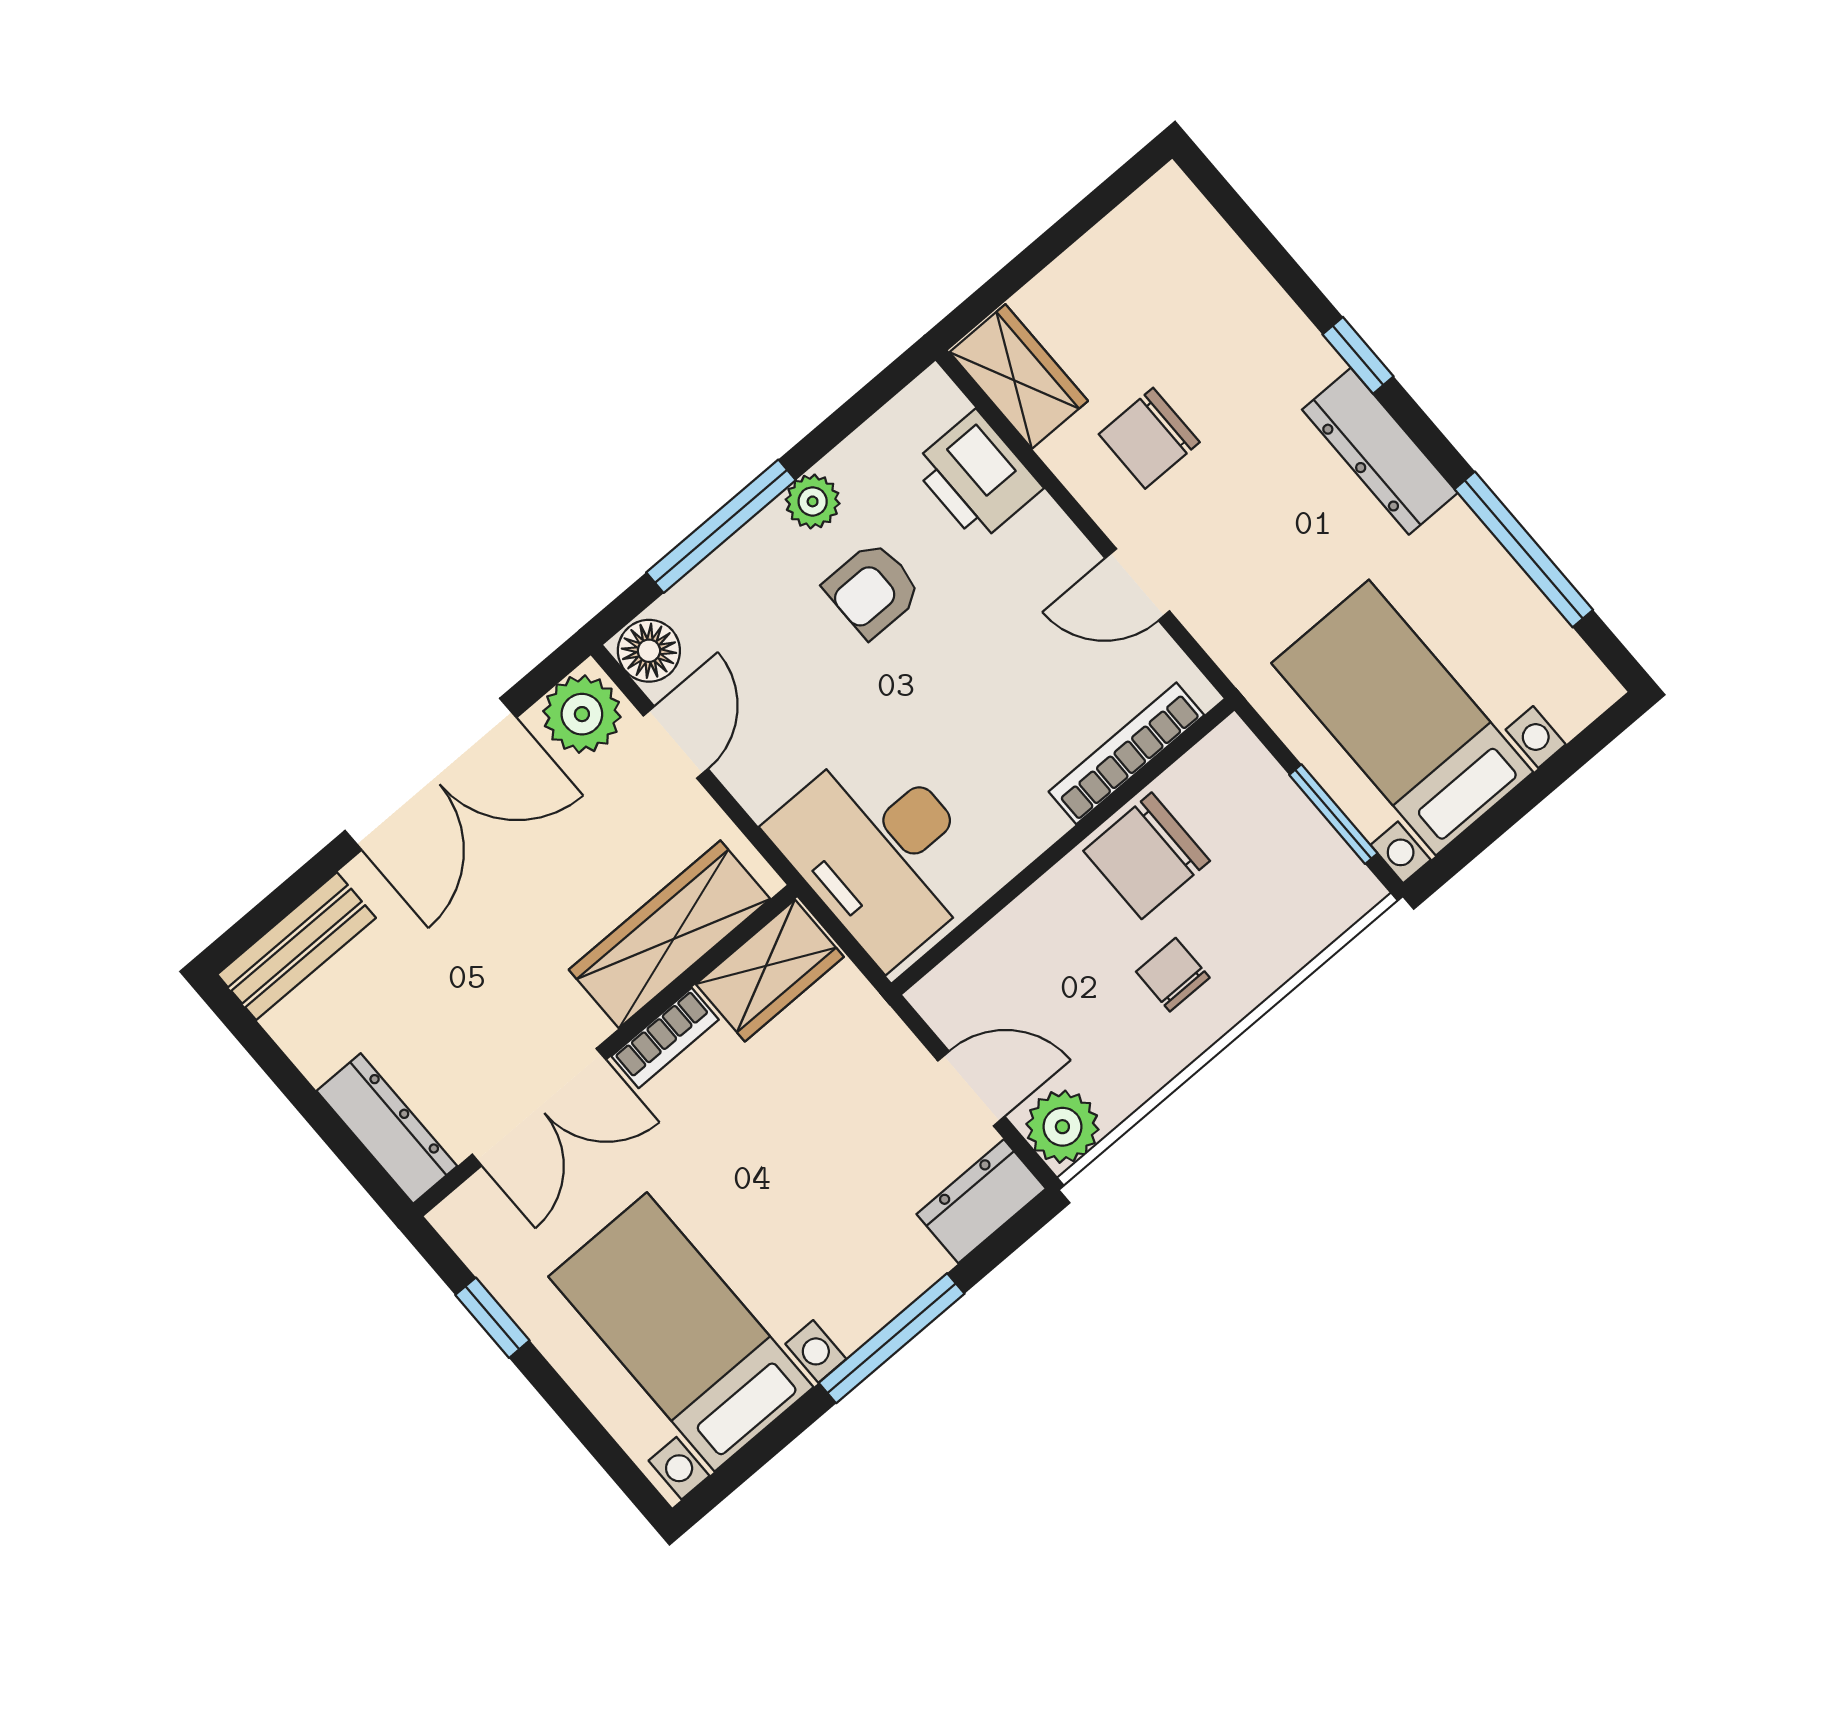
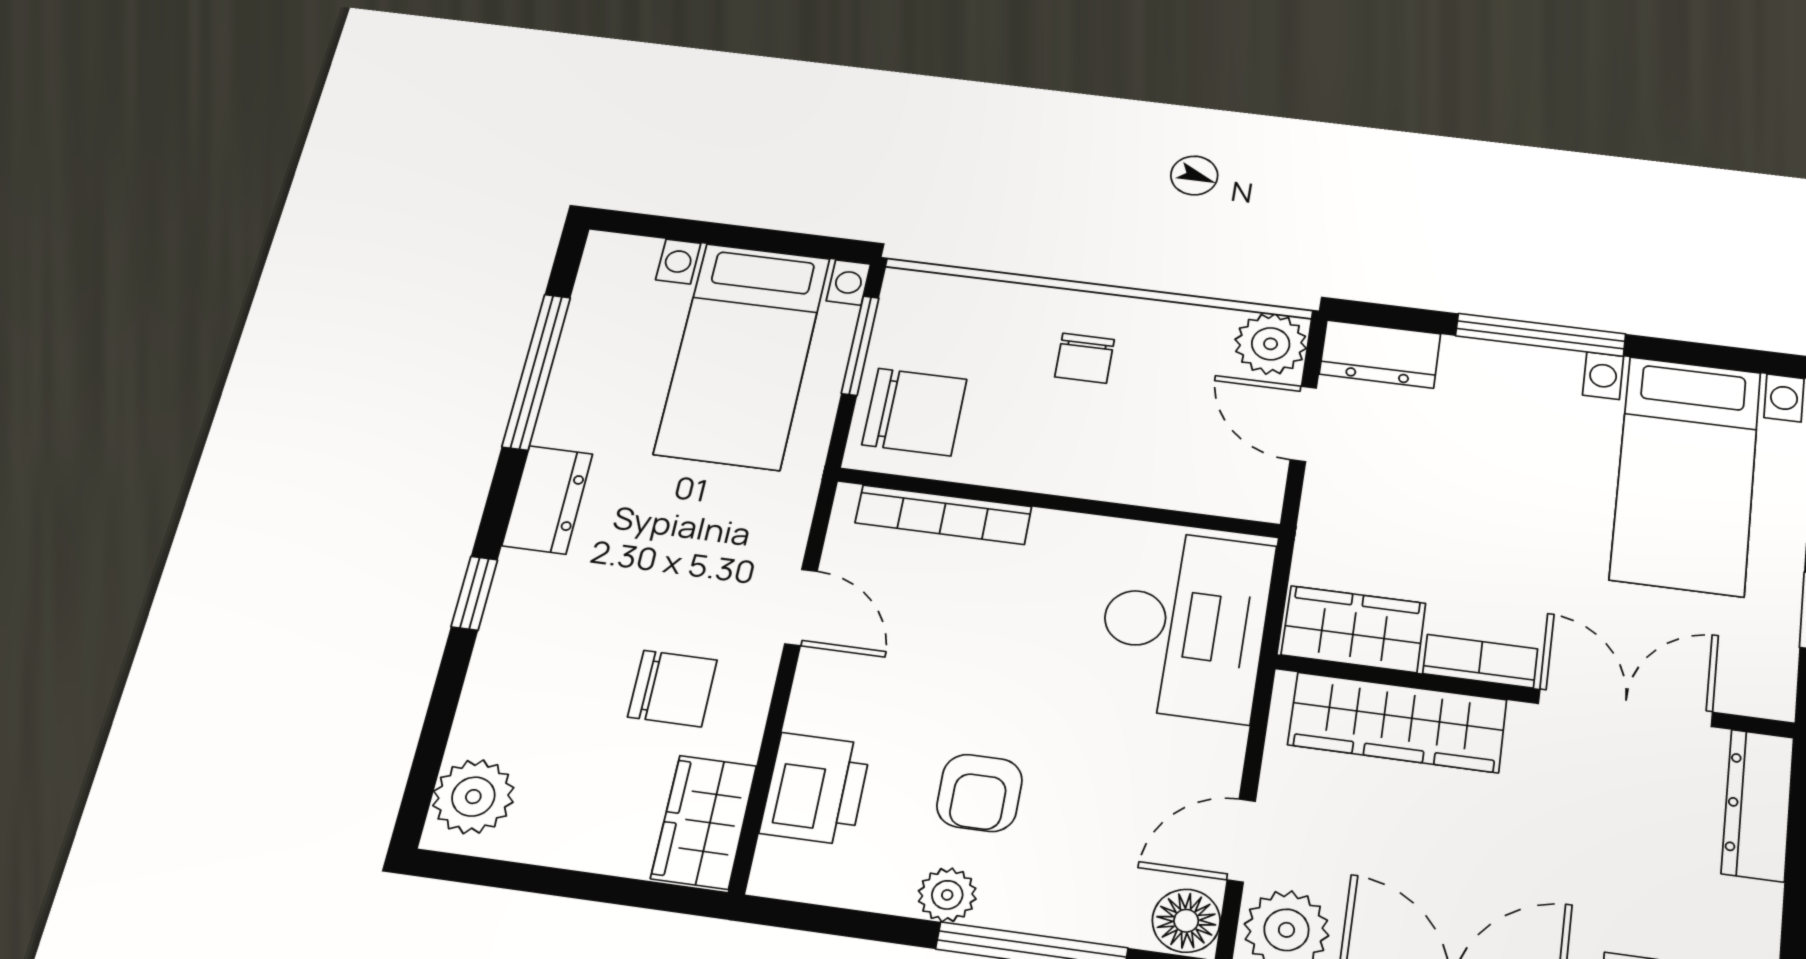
plant: (1182, 229) -> (473, 797), added
dresser: (1380, 451) -> (547, 500), width x0.70
armchair: (873, 590) -> (979, 793), turned 90
chair: (1147, 856) -> (914, 412), moved

